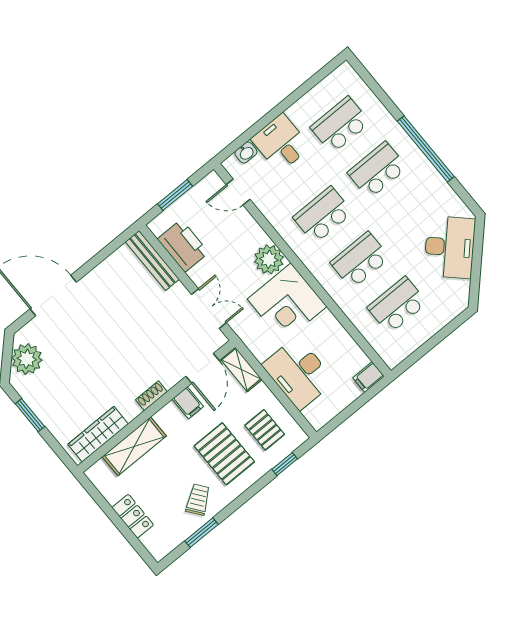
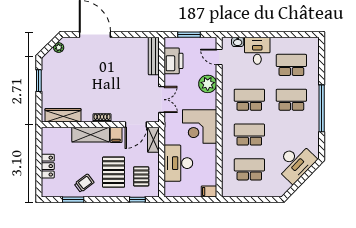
plant: (269, 259) -> (208, 84), moved
plant: (27, 359) -> (59, 48), width x0.53, depth x0.53
shelving: (134, 446) -> (91, 135), moved

